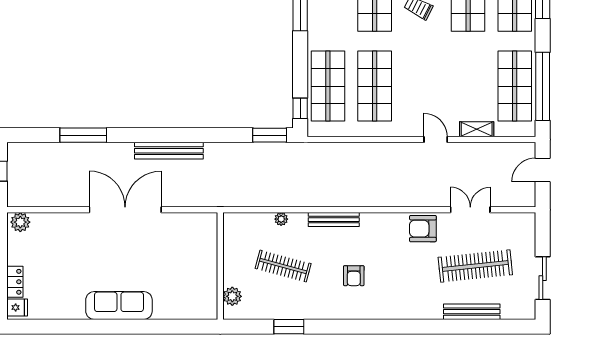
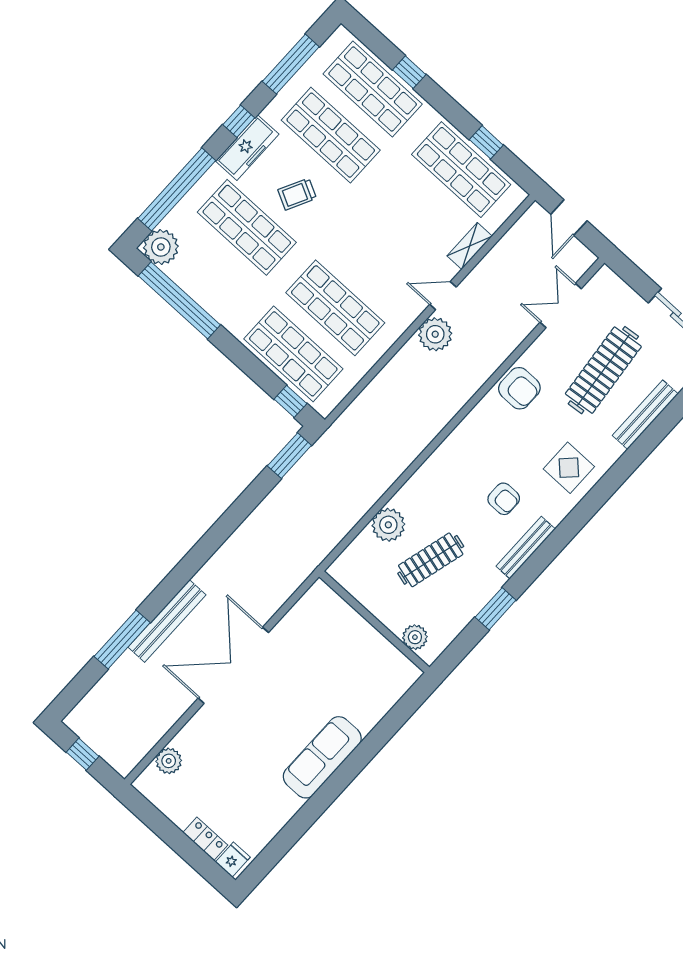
window: (543, 86) -> (486, 142), width x0.32
bench: (169, 151) -> (167, 621), moved
plant: (410, 155) -> (435, 334), added
double door: (470, 210) -> (561, 305), moved
plant: (281, 219) -> (388, 525), width x1.87, depth x1.87
bench: (334, 220) -> (526, 548), moved
plant: (20, 222) -> (169, 761), moved
armchair: (423, 229) -> (519, 388), turned -90
display table: (404, 296) -> (569, 468), added

